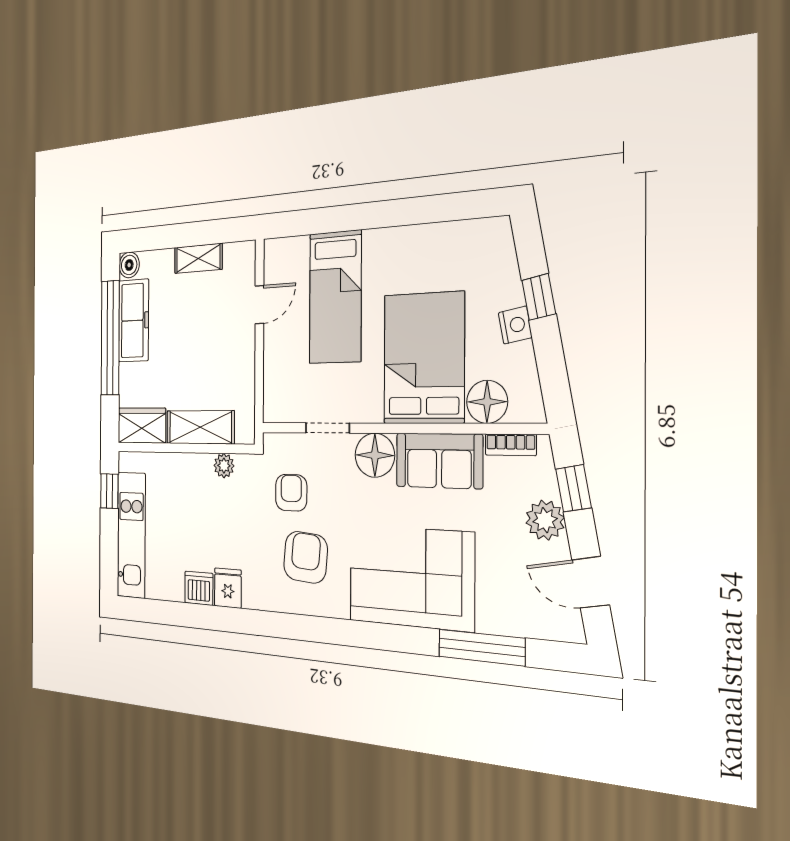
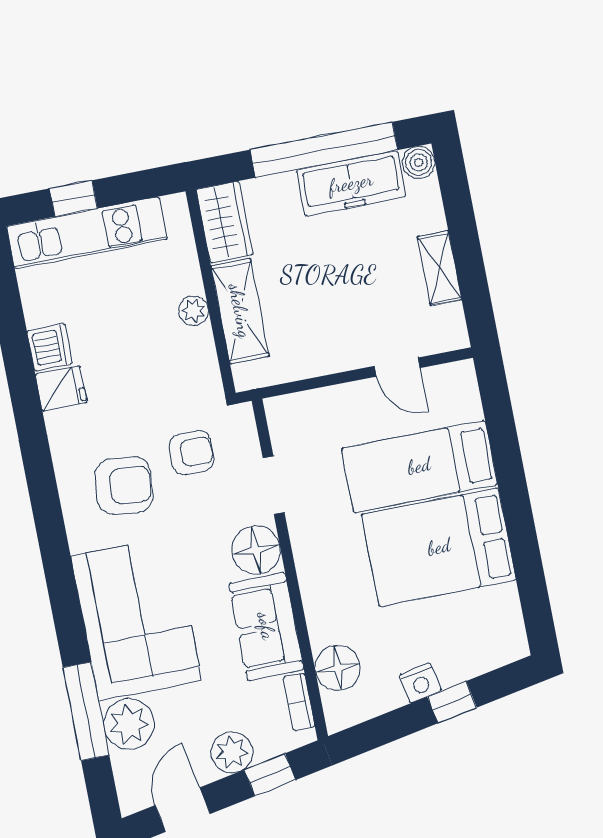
bed: (424, 358) -> (439, 547), moved, turned 180
plant: (224, 466) -> (194, 311), moved
window: (109, 491) -> (74, 198), moved
plant: (500, 611) -> (129, 724), added

